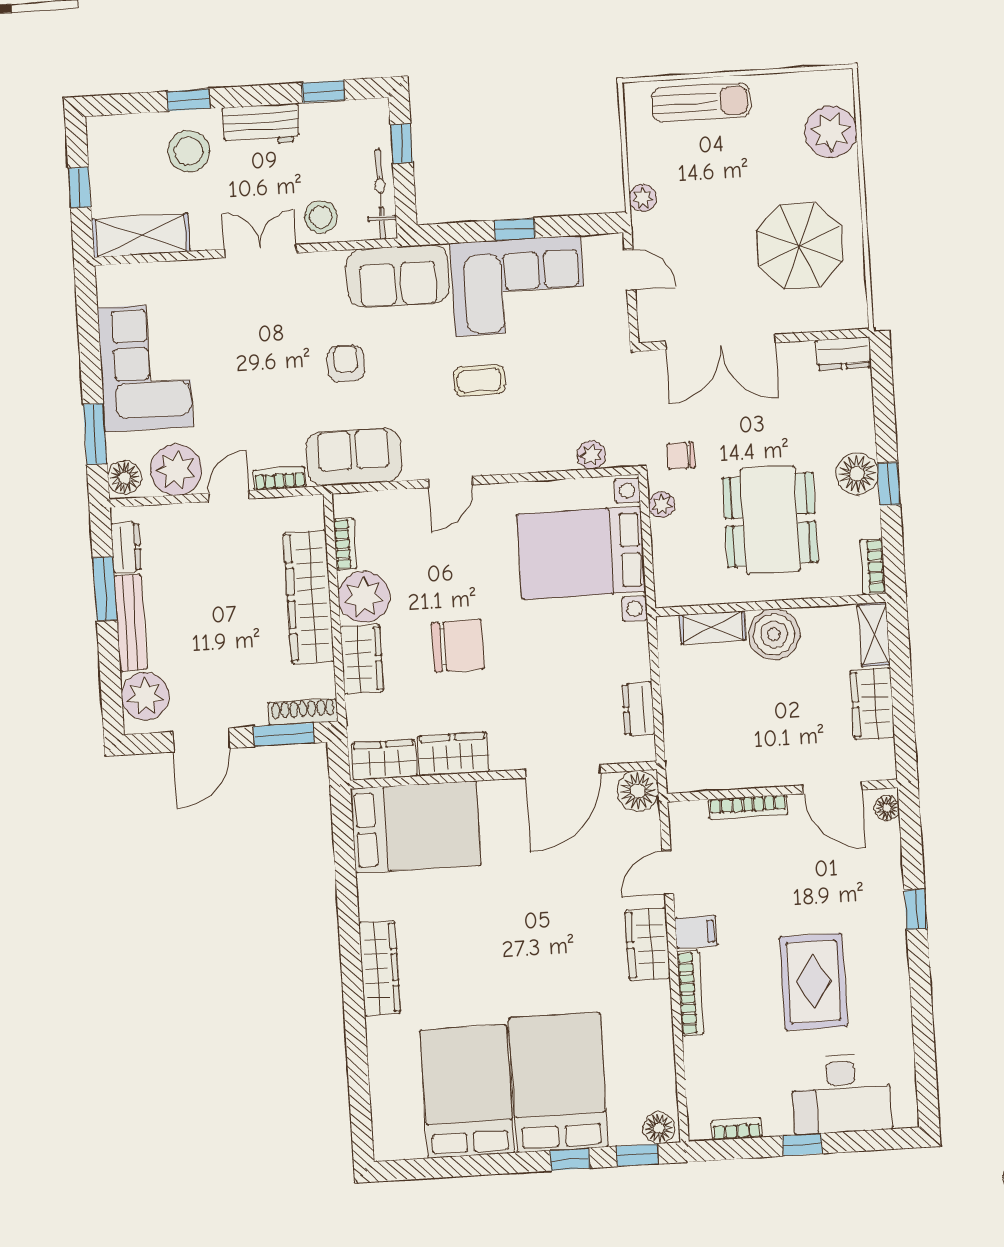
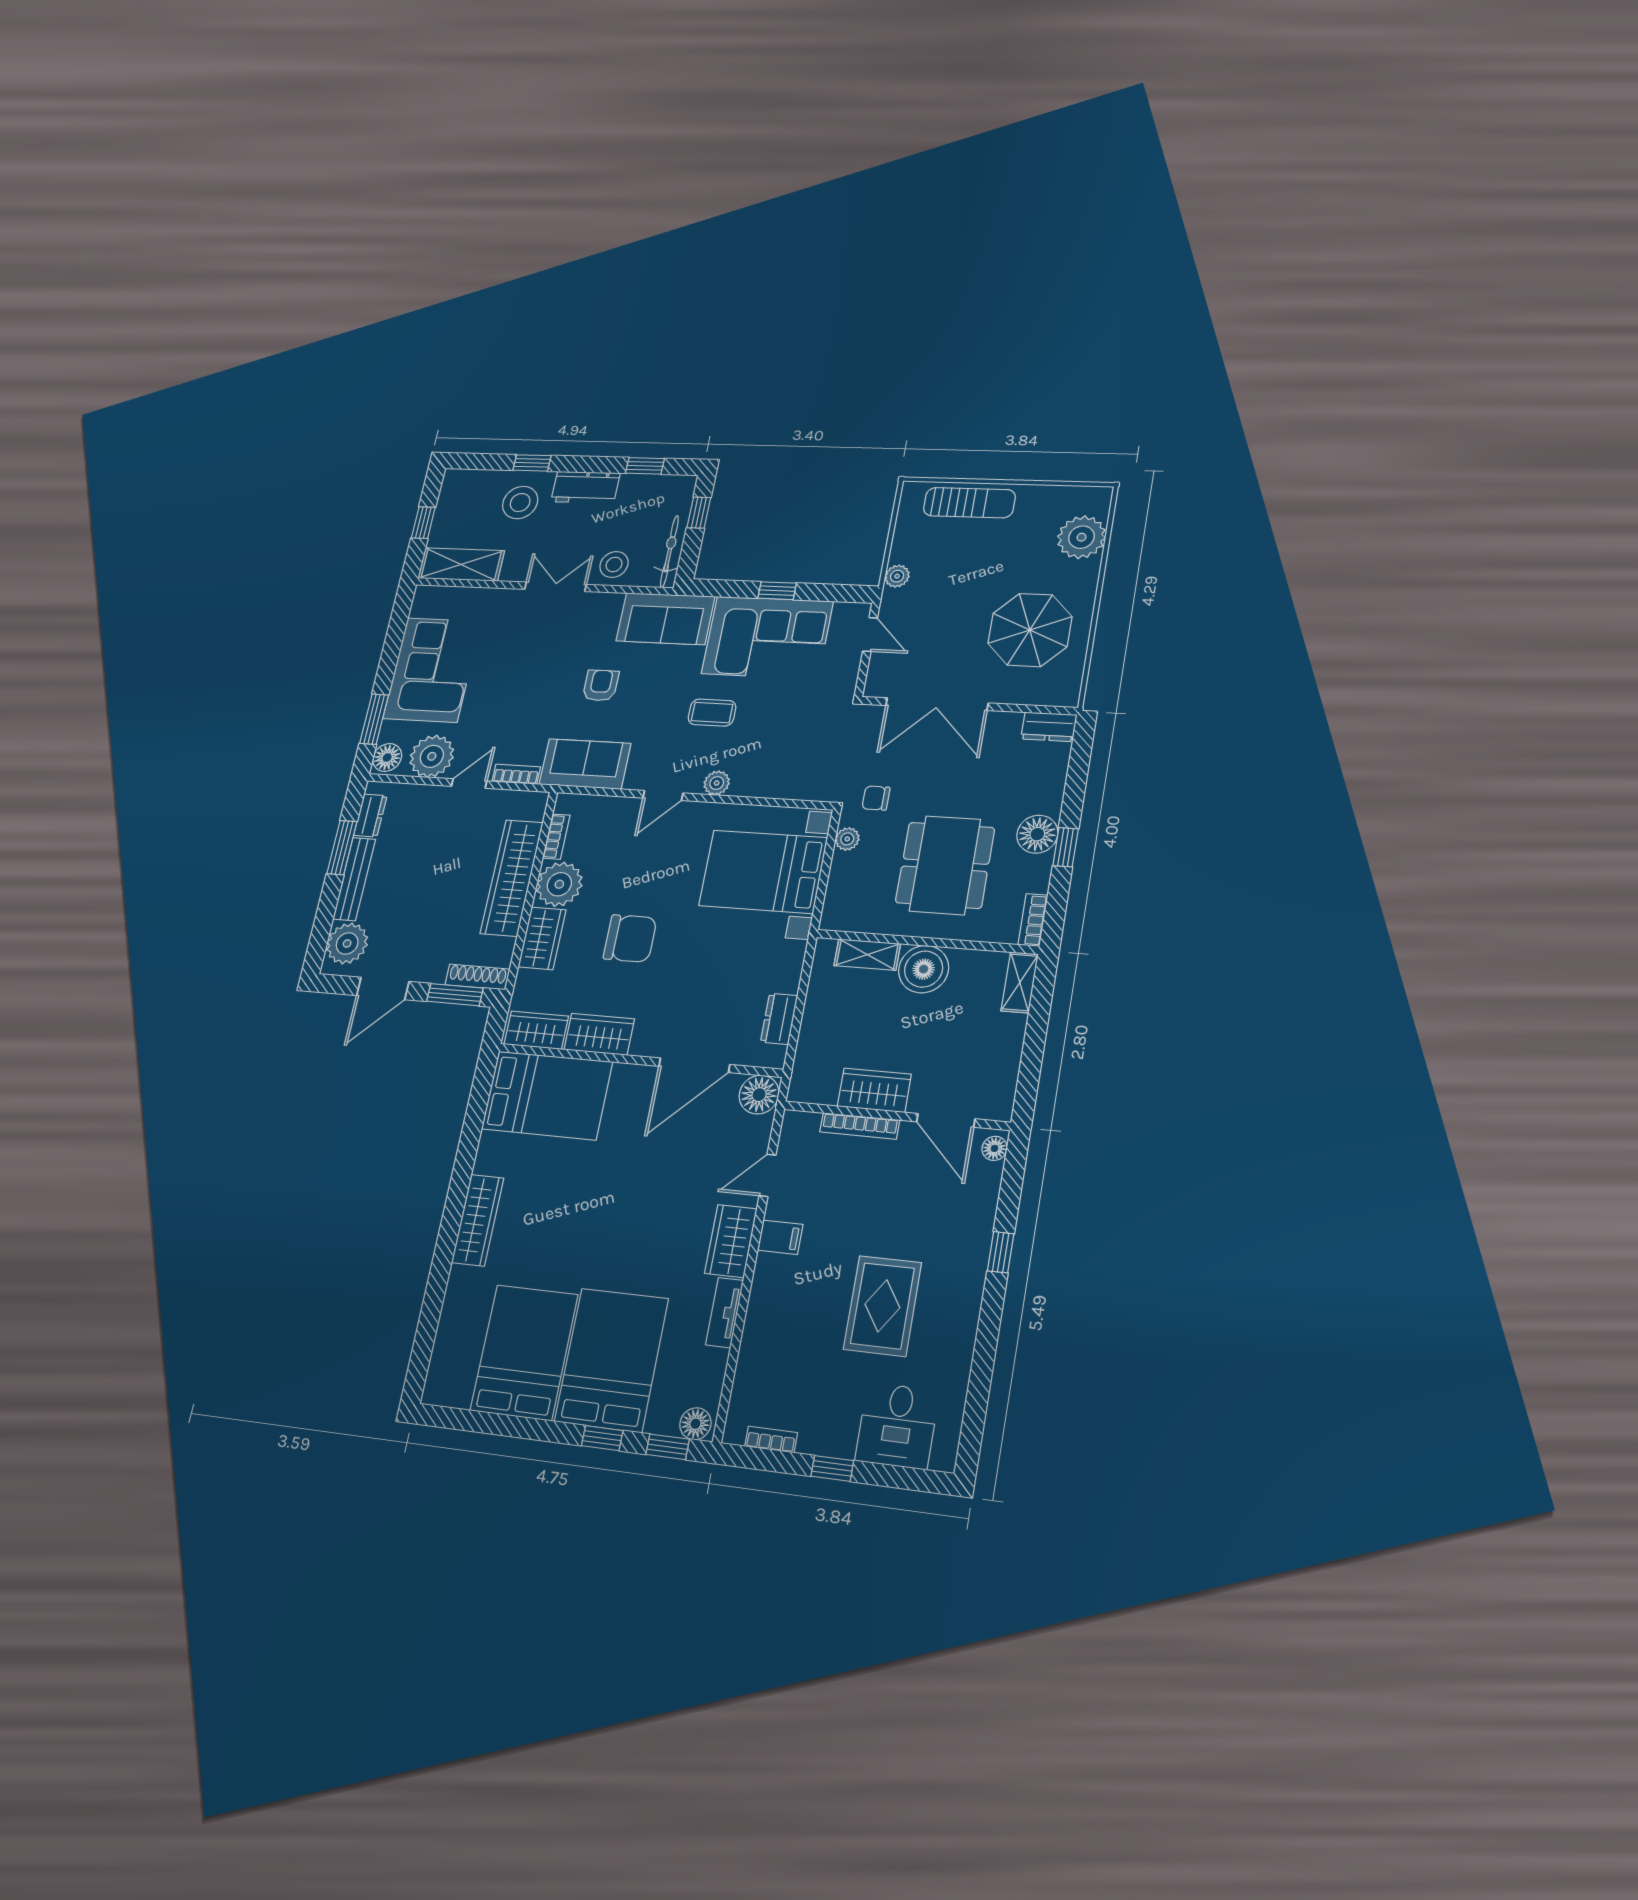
plant: (591, 455) -> (717, 783), moved
wardrobe: (872, 704) -> (874, 1090), moved, turned 90
bookcase: (690, 993) -> (759, 1296), removed
tv unit: (660, 1016) -> (725, 1313), added
desk: (842, 1094) -> (897, 1426), width x0.73

